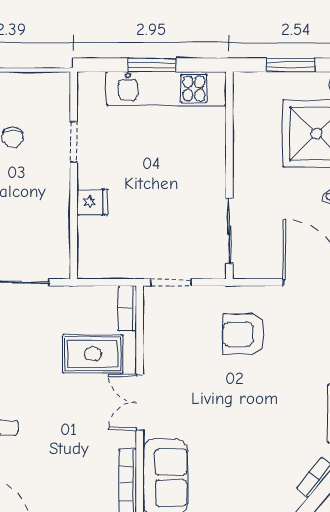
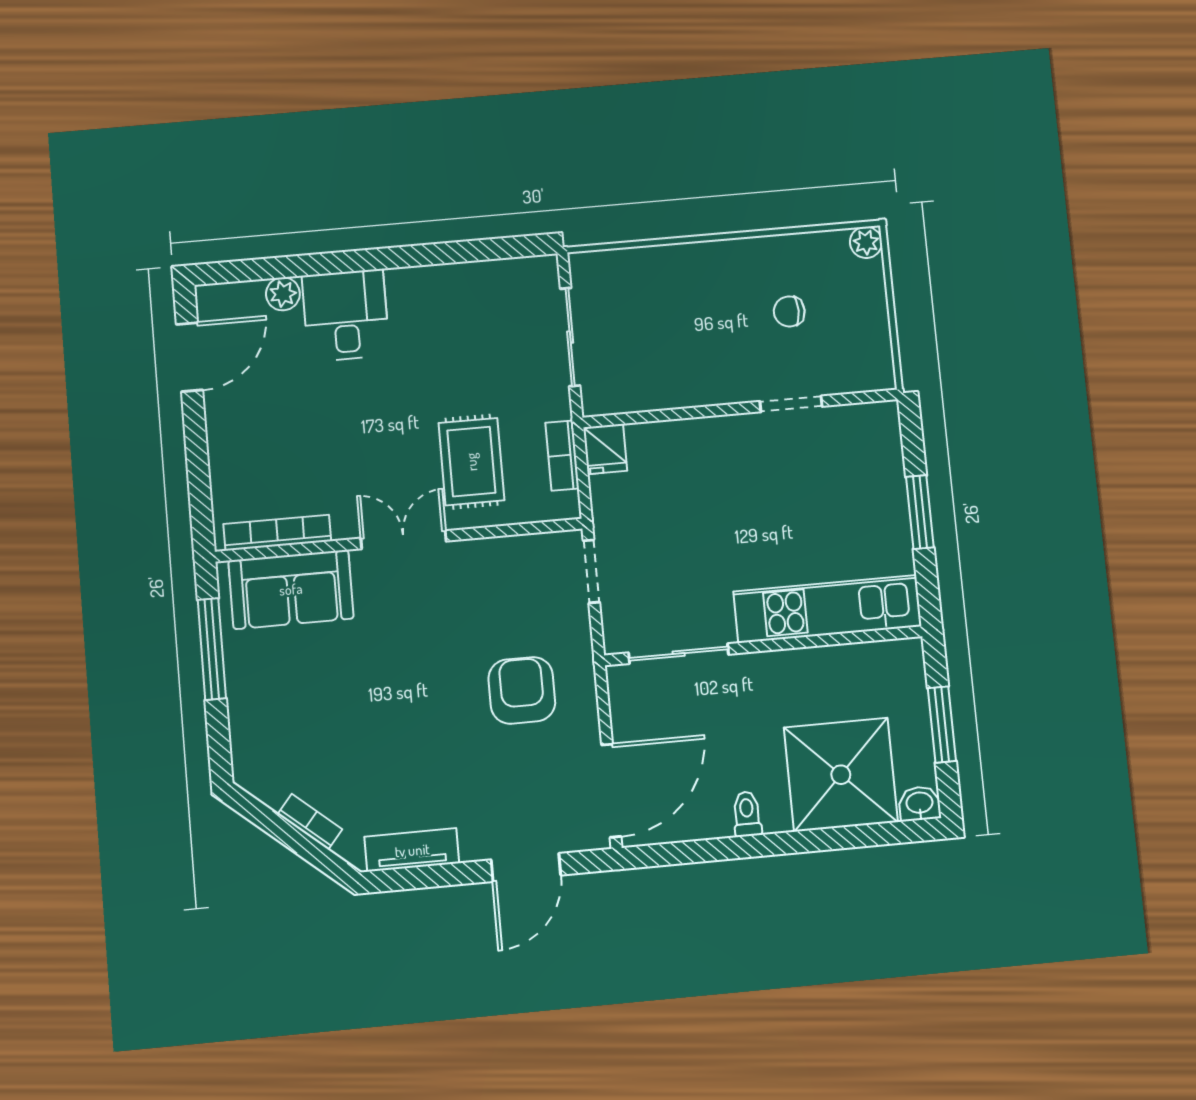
kitchen unit: (166, 89) -> (827, 609), moved, turned 90
fridge: (92, 202) -> (605, 449), moved
bookcase: (127, 308) -> (562, 456), moved, turned -90

